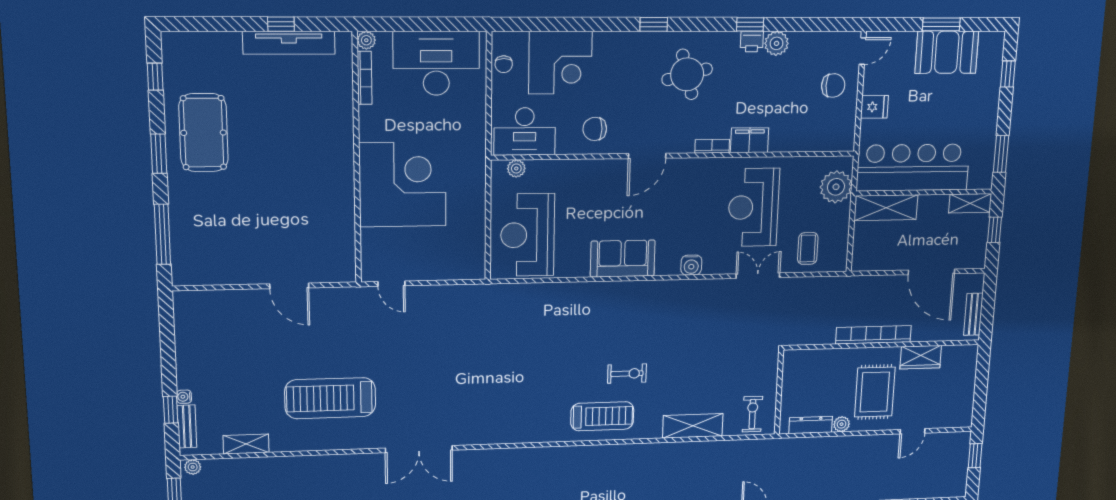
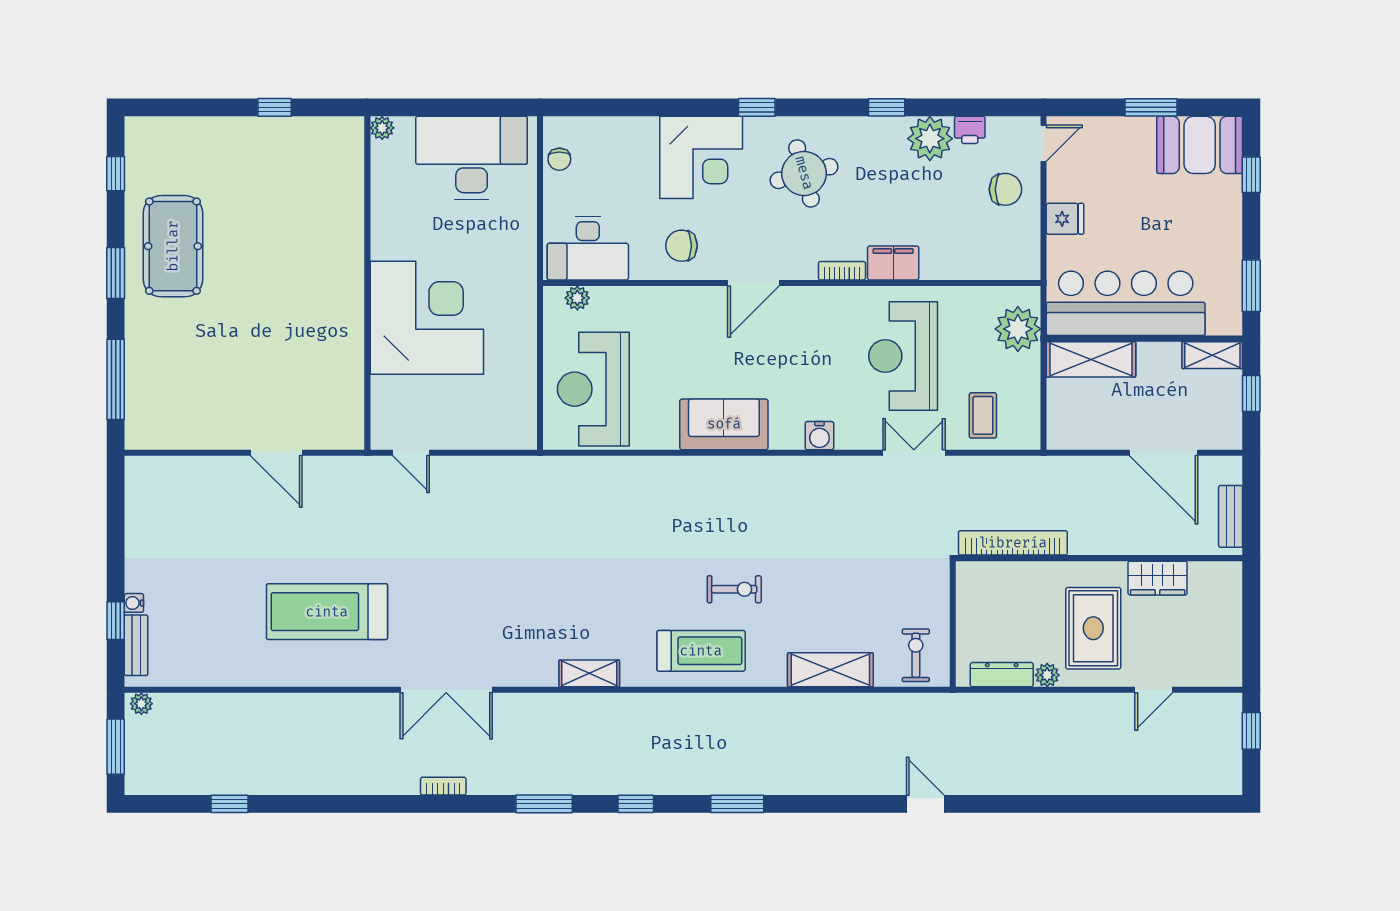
printer: (752, 41) -> (970, 130), moved
tv unit: (289, 43) -> (284, 131), removed
plant: (777, 43) -> (930, 139), width x1.36, depth x1.36
booth: (947, 52) -> (1200, 145), moved
corner desk: (560, 63) -> (701, 157), moved
bookcase: (365, 78) -> (379, 176), removed
bookcase: (873, 335) -> (1013, 543), moved
shelving: (246, 444) -> (589, 673), moved

